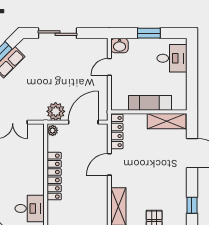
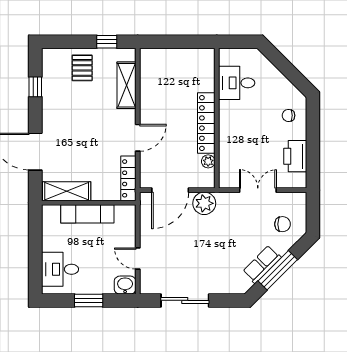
sliding door: (57, 33) -> (185, 300), moved
door: (109, 67) -> (138, 259), swing flipped
plant: (53, 130) -> (208, 161), moved

